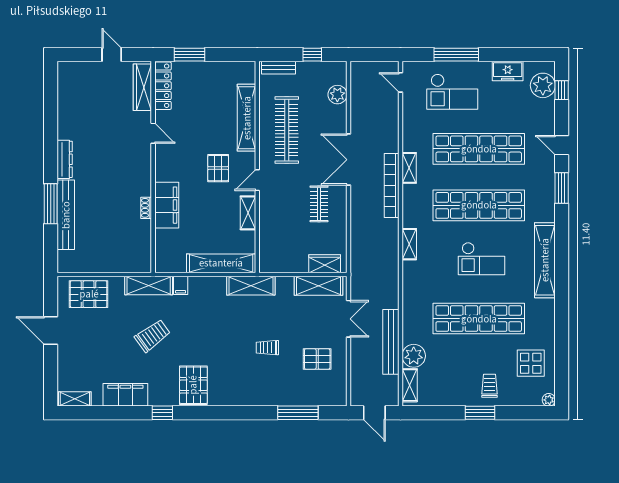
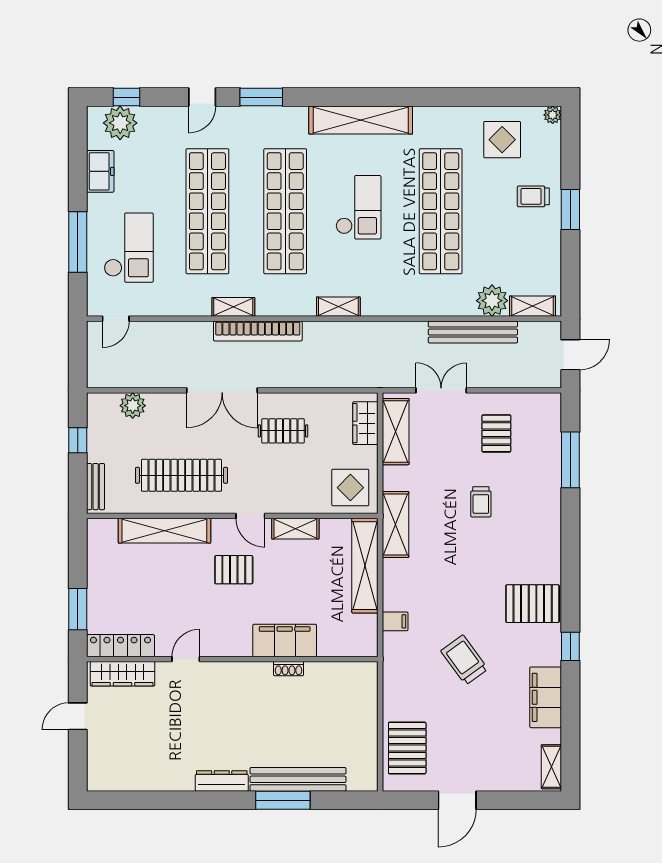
display table: (278, 253) -> (350, 488), added
shelving: (149, 286) -> (395, 665), removed

